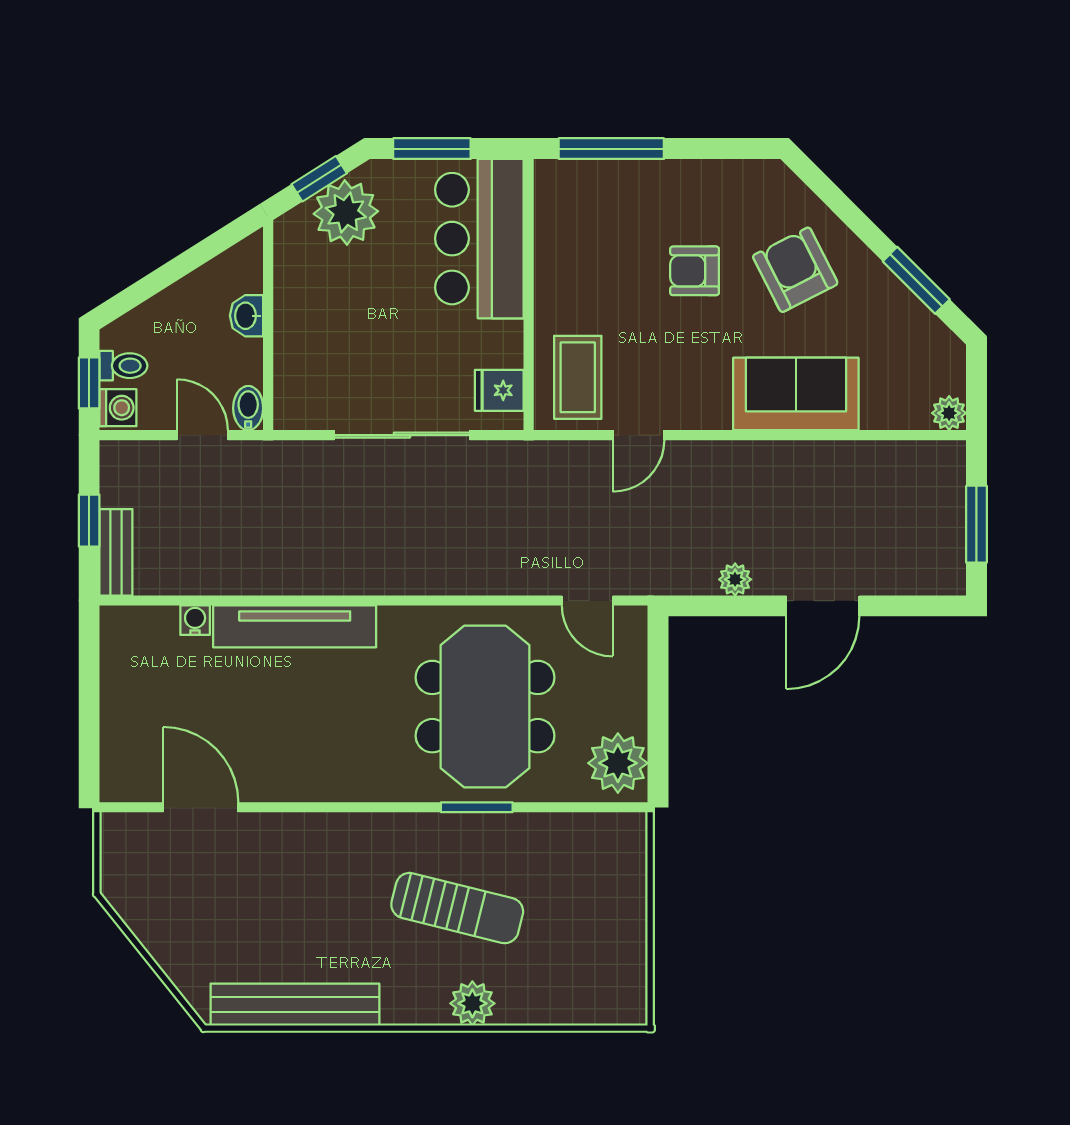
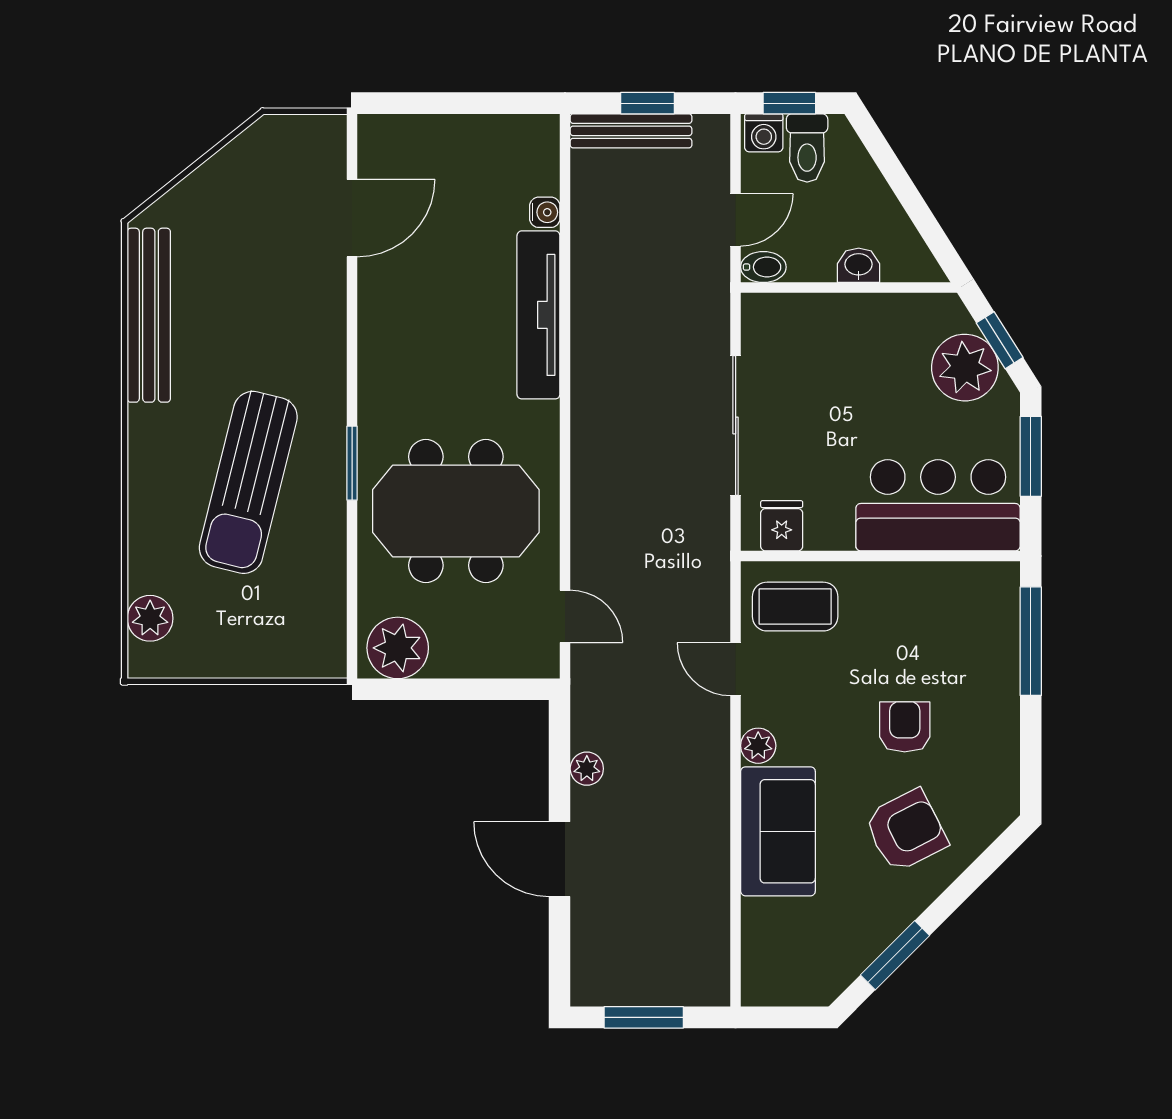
toilet: (123, 366) -> (807, 148), width x1.37, depth x1.39
plant: (949, 413) -> (758, 746), moved
bench: (116, 552) -> (631, 131), width x1.36
door: (587, 601) -> (565, 616), swing flipped
window: (477, 807) -> (352, 463), moved
sun lounger: (457, 908) -> (248, 482), width x1.36, depth x1.34
plant: (472, 1003) -> (150, 618), moved

